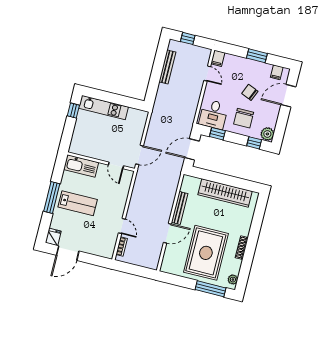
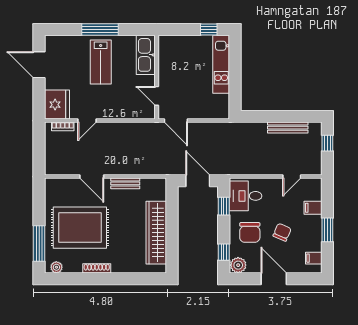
filing cabinet: (218, 58) -> (313, 208), moved
door: (288, 96) -> (274, 279), moved
chair: (244, 118) -> (250, 232), turned -90
door: (116, 165) -> (157, 96), hinge flipped
bench: (180, 208) -> (125, 183), width x0.73
fridge: (53, 237) -> (57, 105), moved, width x1.88, depth x1.34

